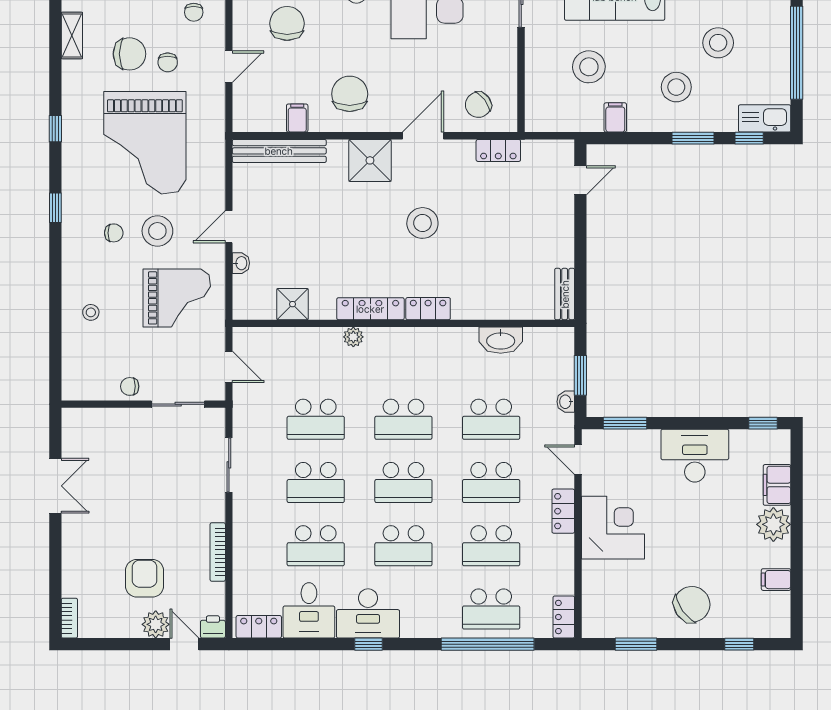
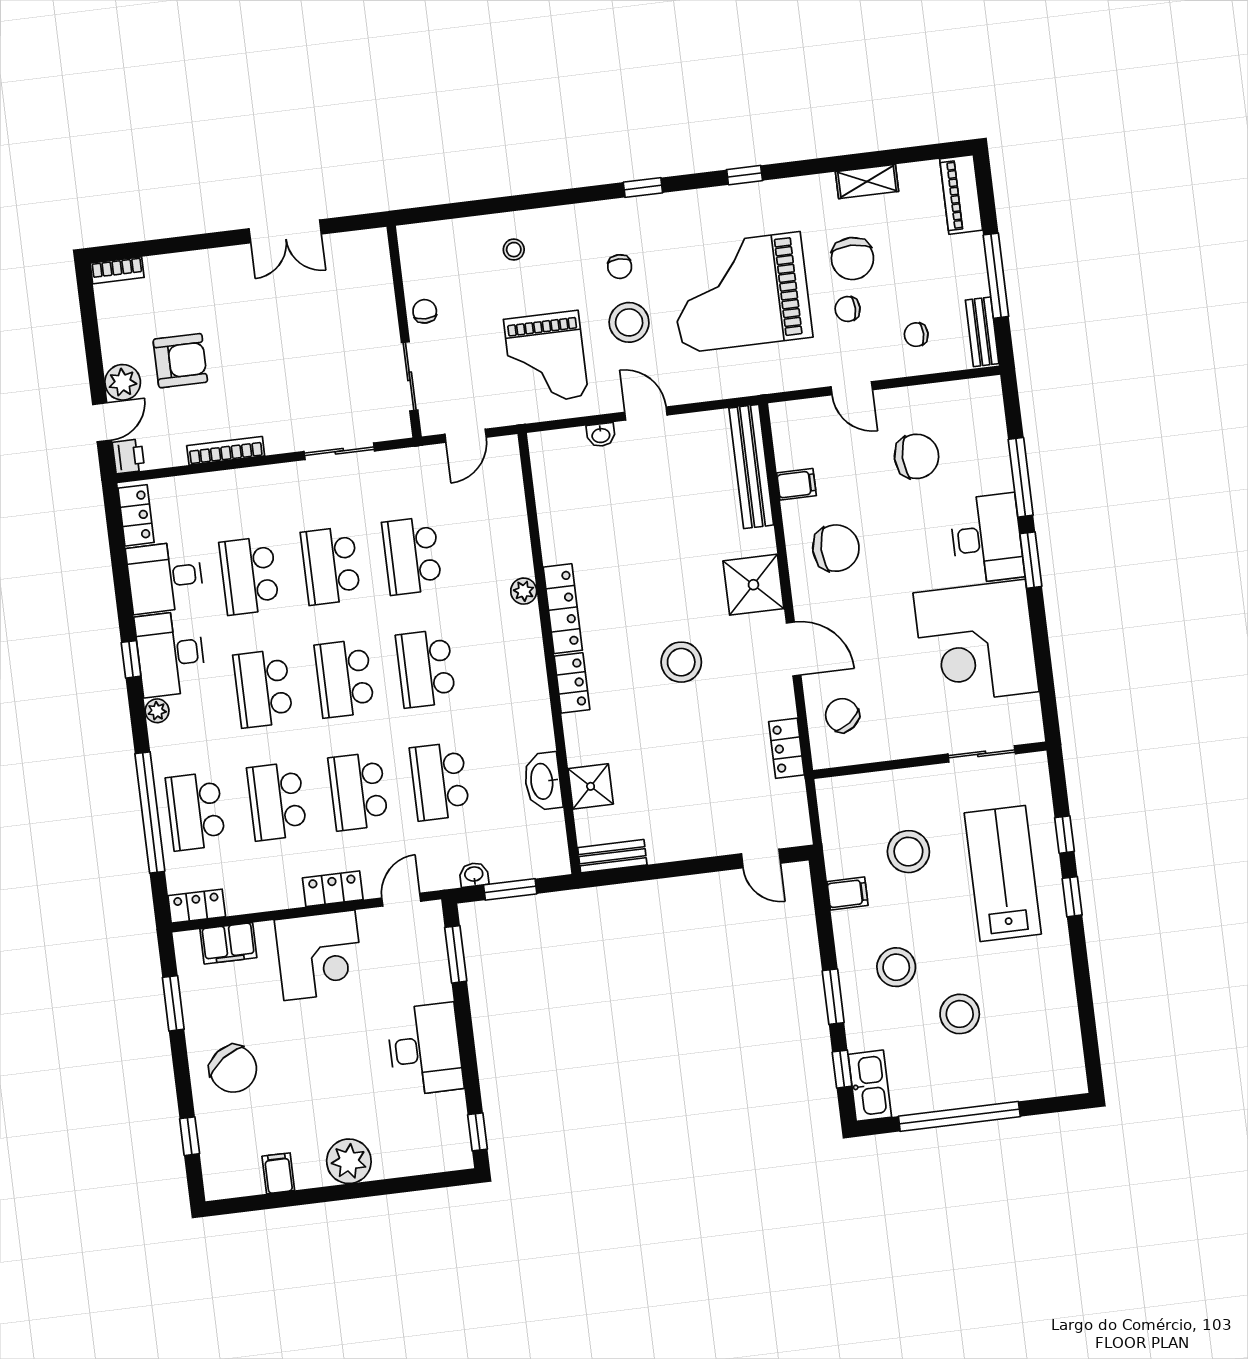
shower: (293, 304) -> (591, 786), moved
filing cabinet: (777, 485) -> (228, 943), moved, turned 180
plant: (410, 629) -> (157, 711), added

